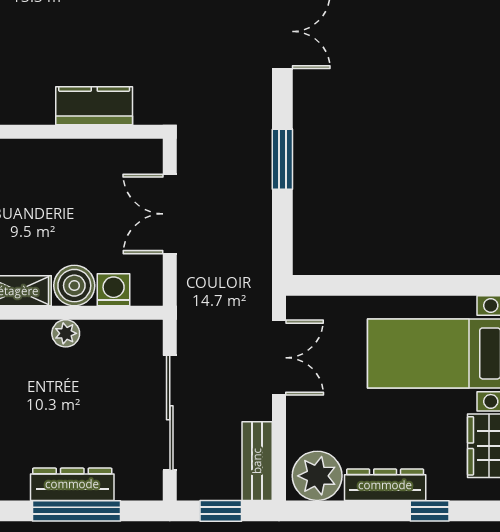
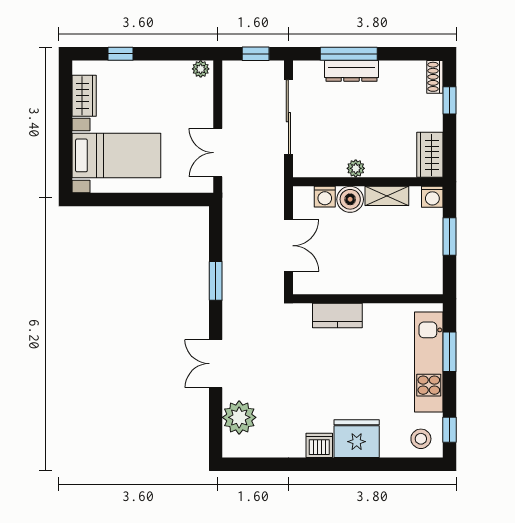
bench: (257, 461) -> (232, 86), removed
plant: (317, 476) -> (201, 69), width x0.53, depth x0.53
dresser: (385, 485) -> (149, 71), removed

